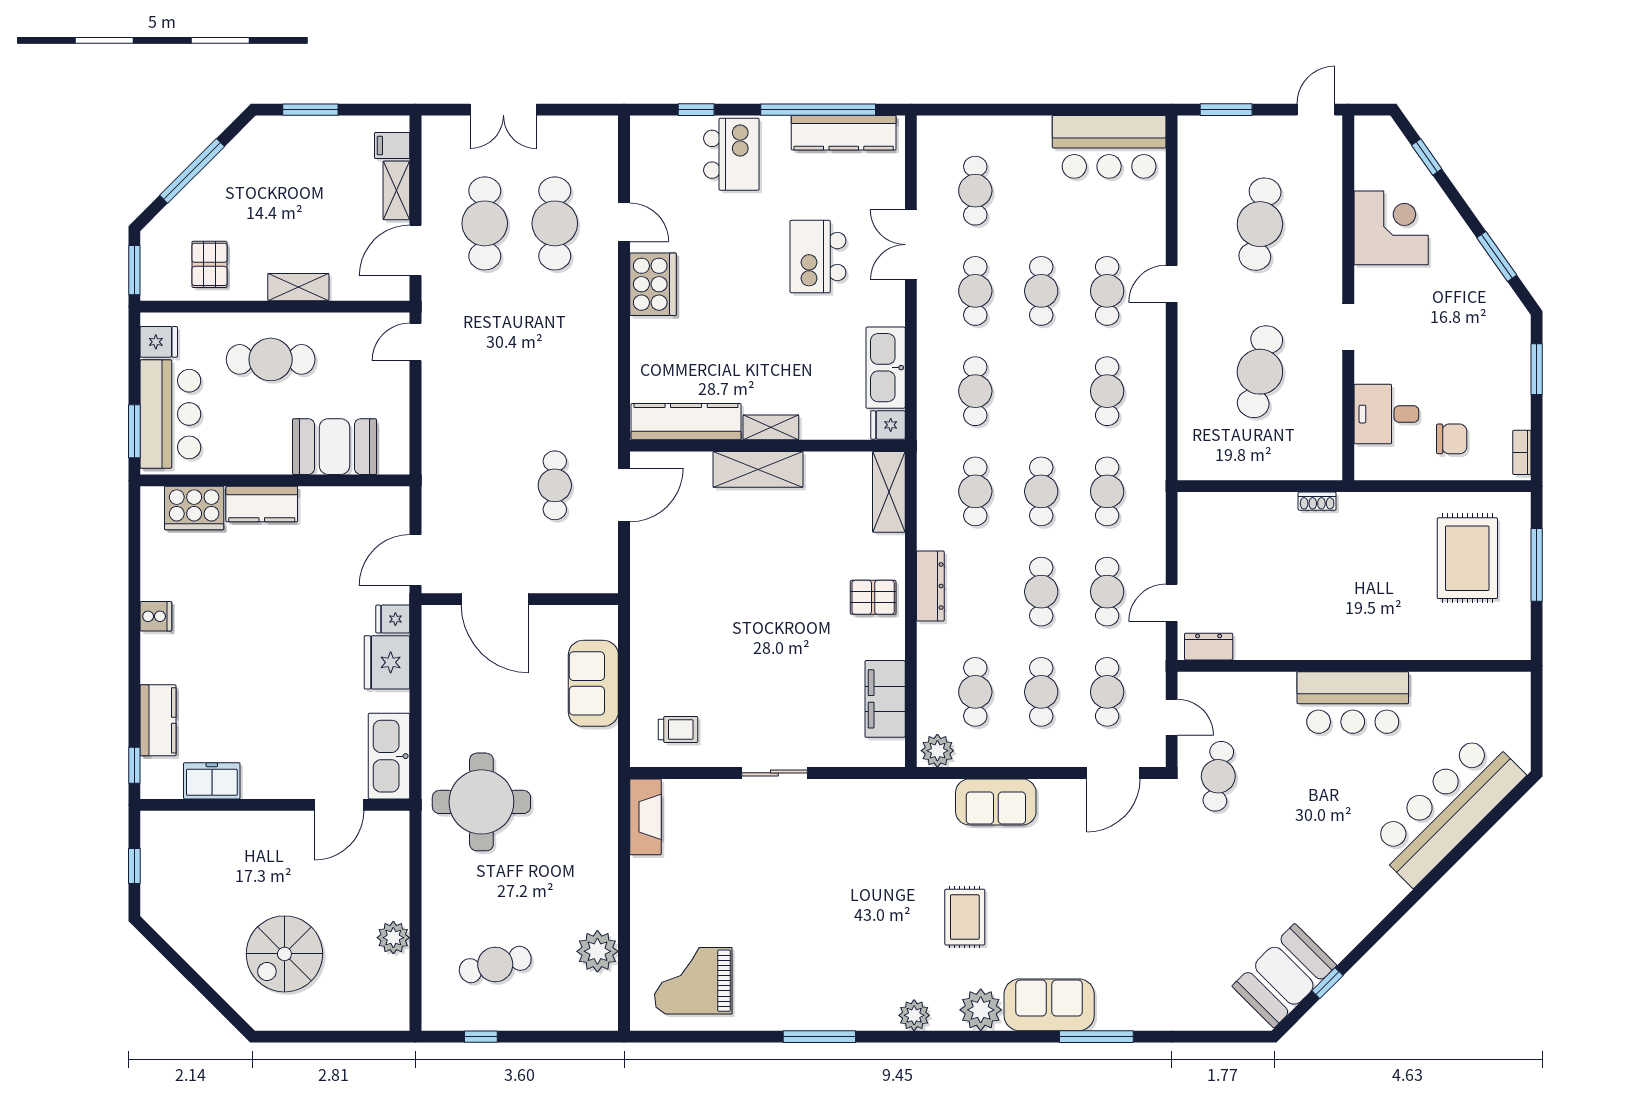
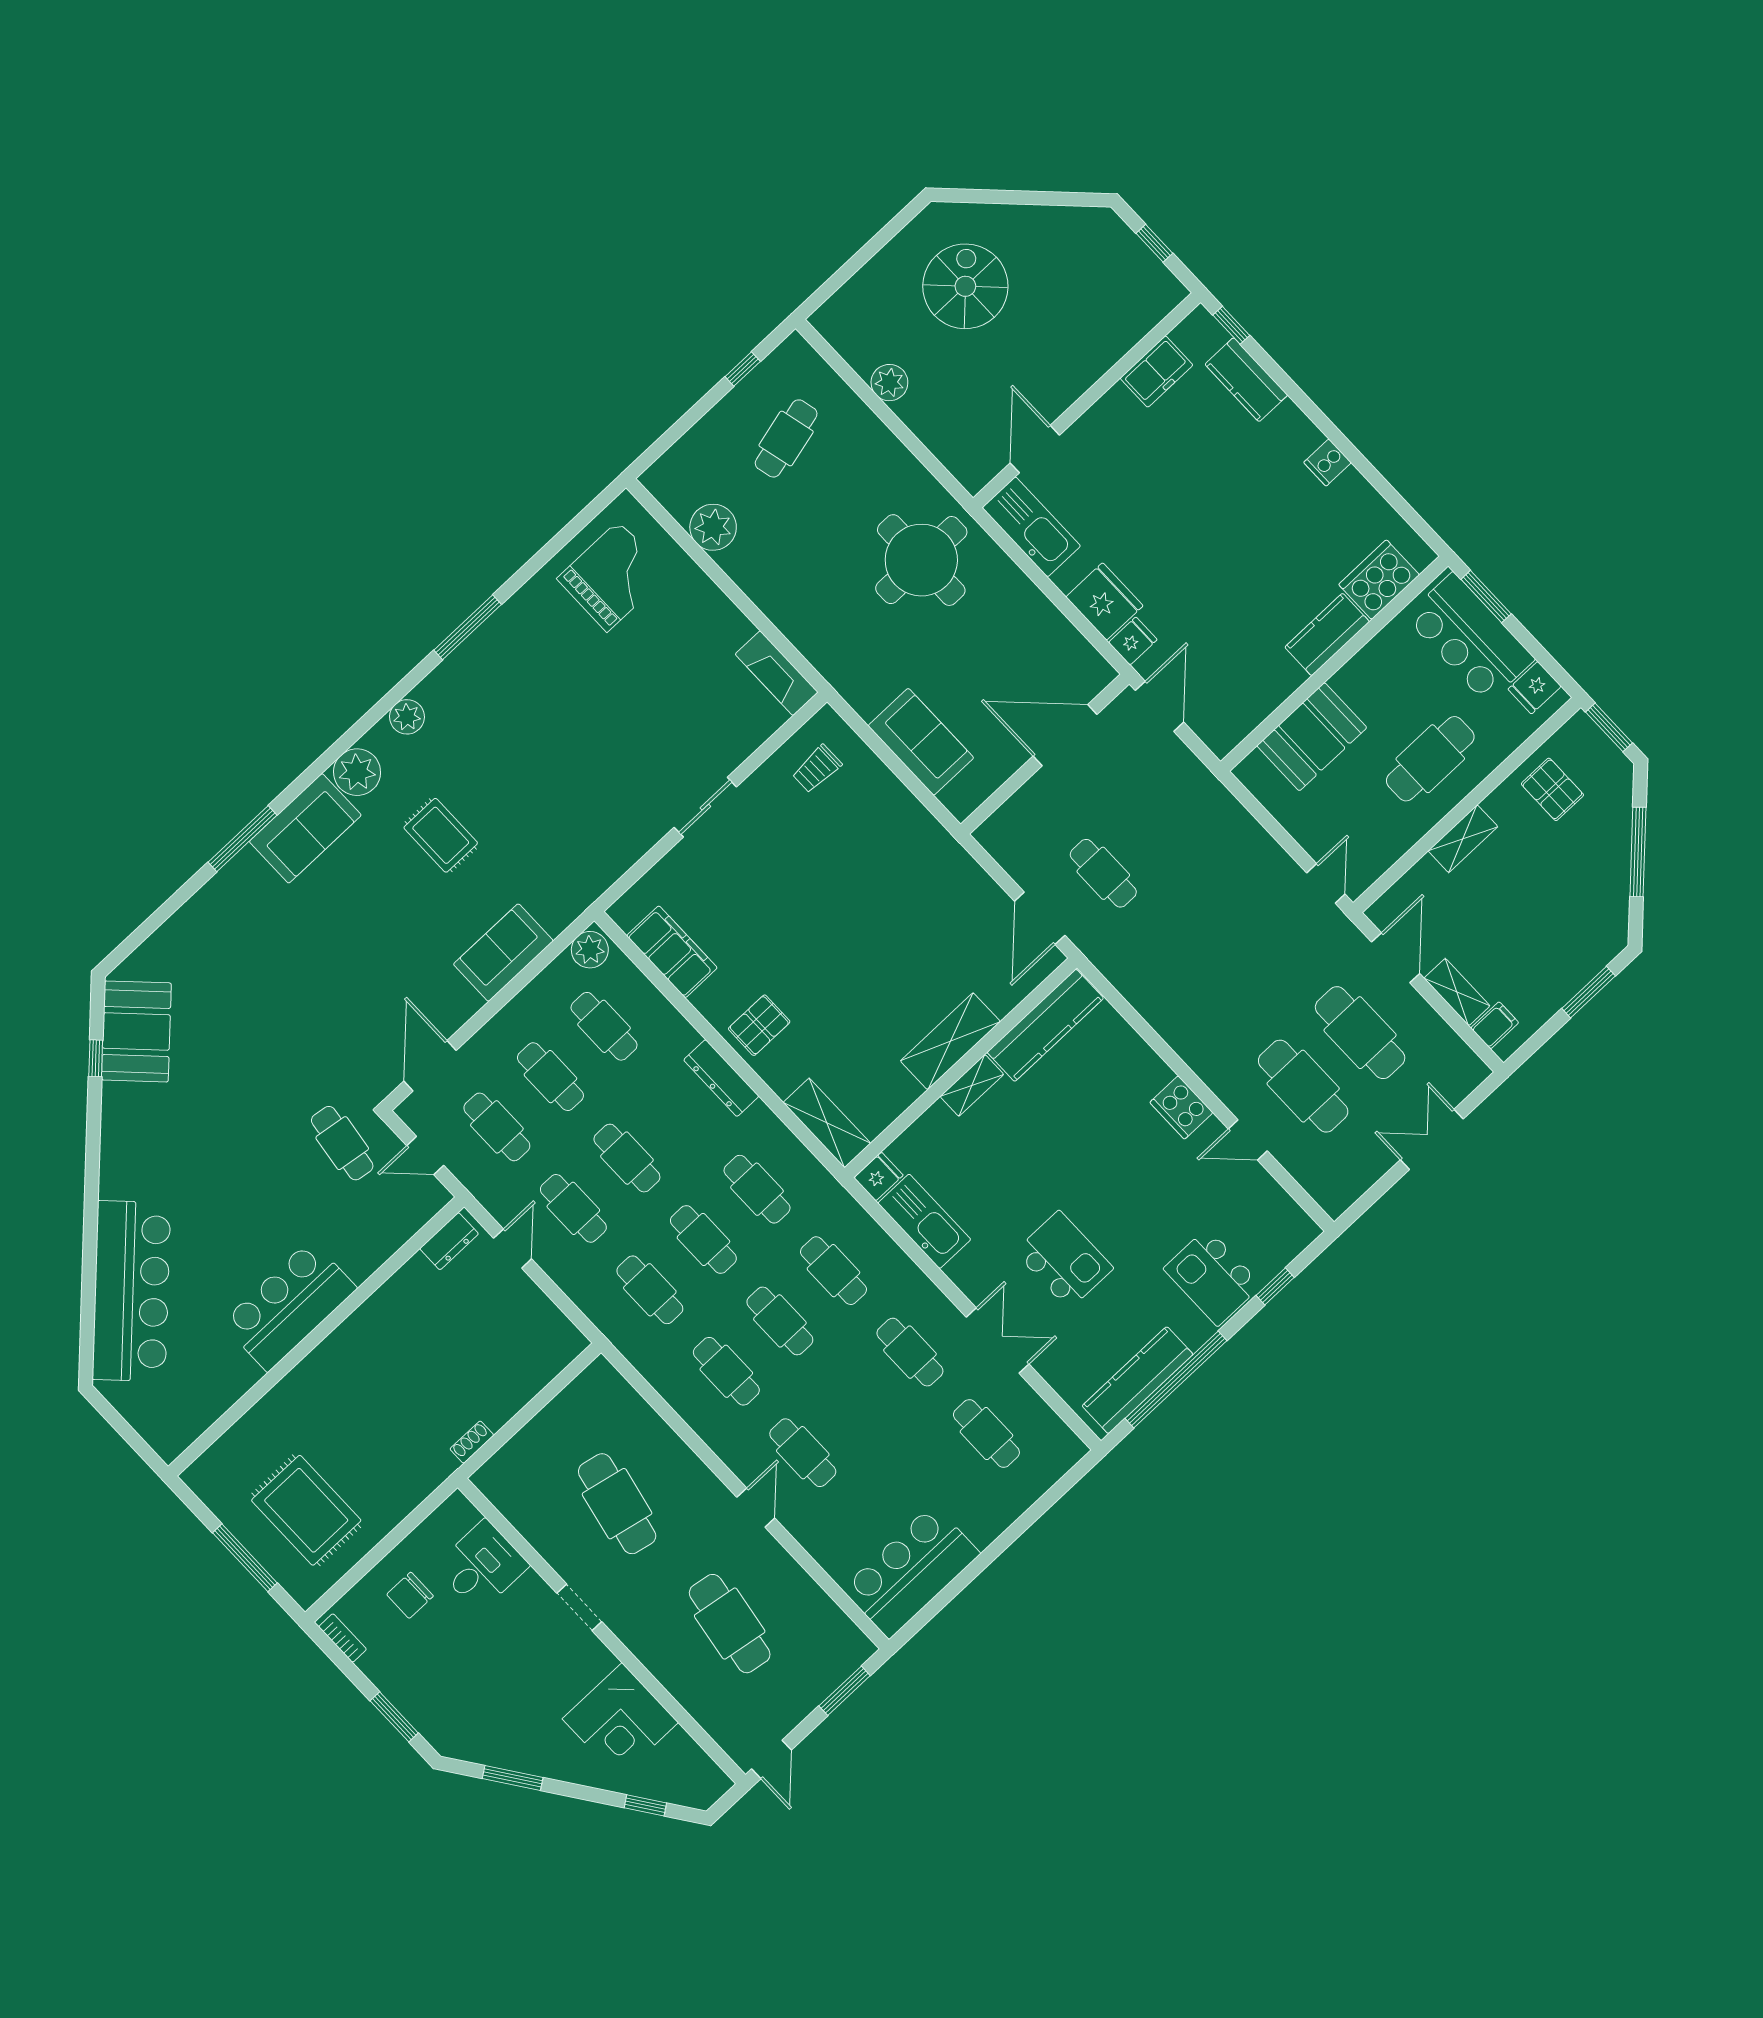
cooker: (653, 284) -> (1181, 1107), width x0.73, depth x0.76
cafe table: (1041, 291) -> (780, 1321), moved

